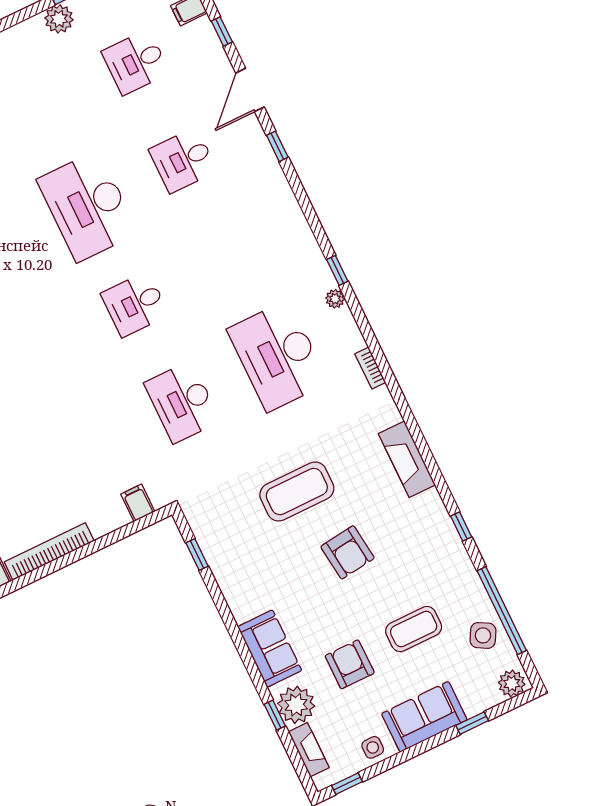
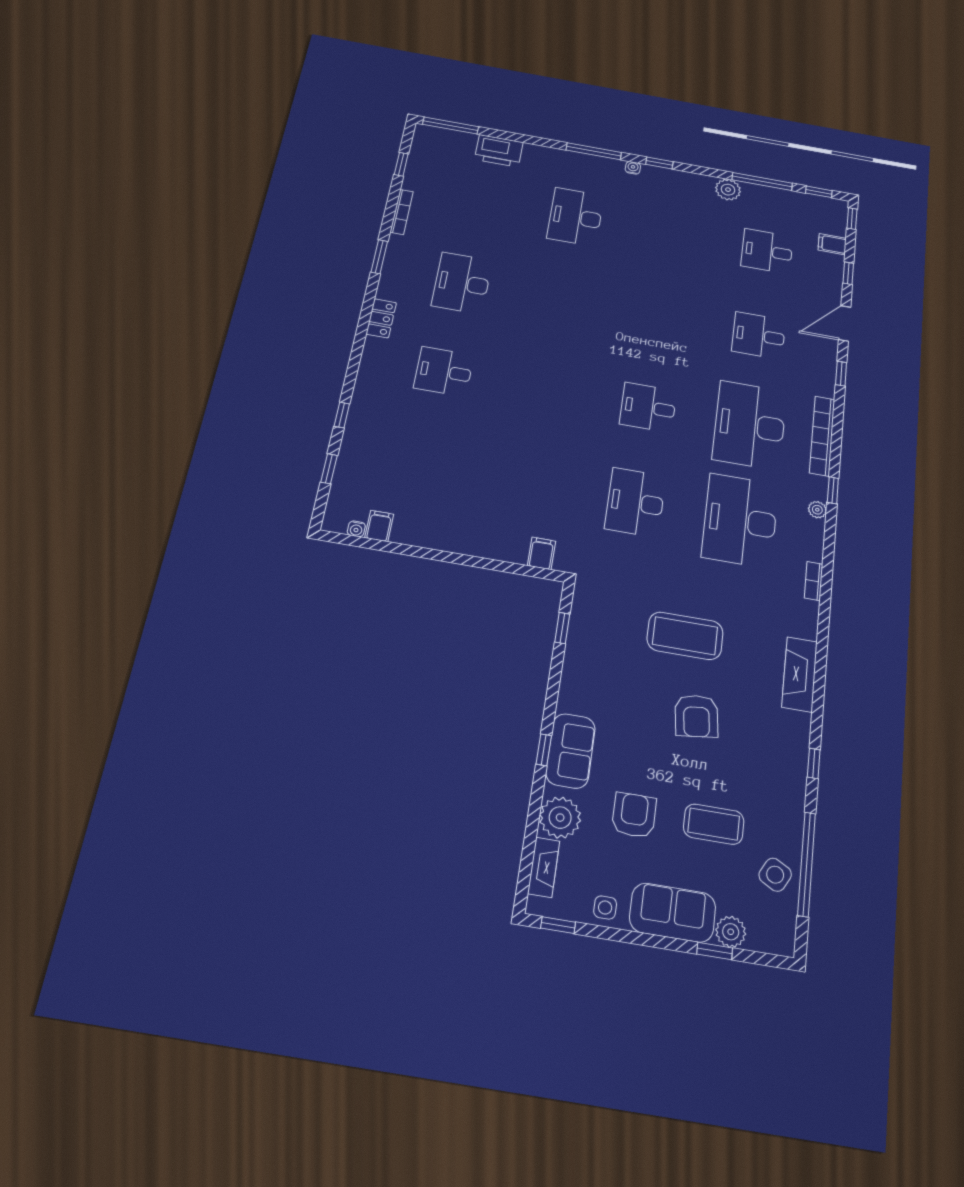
desk: (88, 206) -> (750, 425), moved
bookcase: (49, 551) -> (822, 436), moved, turned -90
plant: (512, 683) -> (731, 932), moved
window: (275, 715) -> (544, 750), moved

